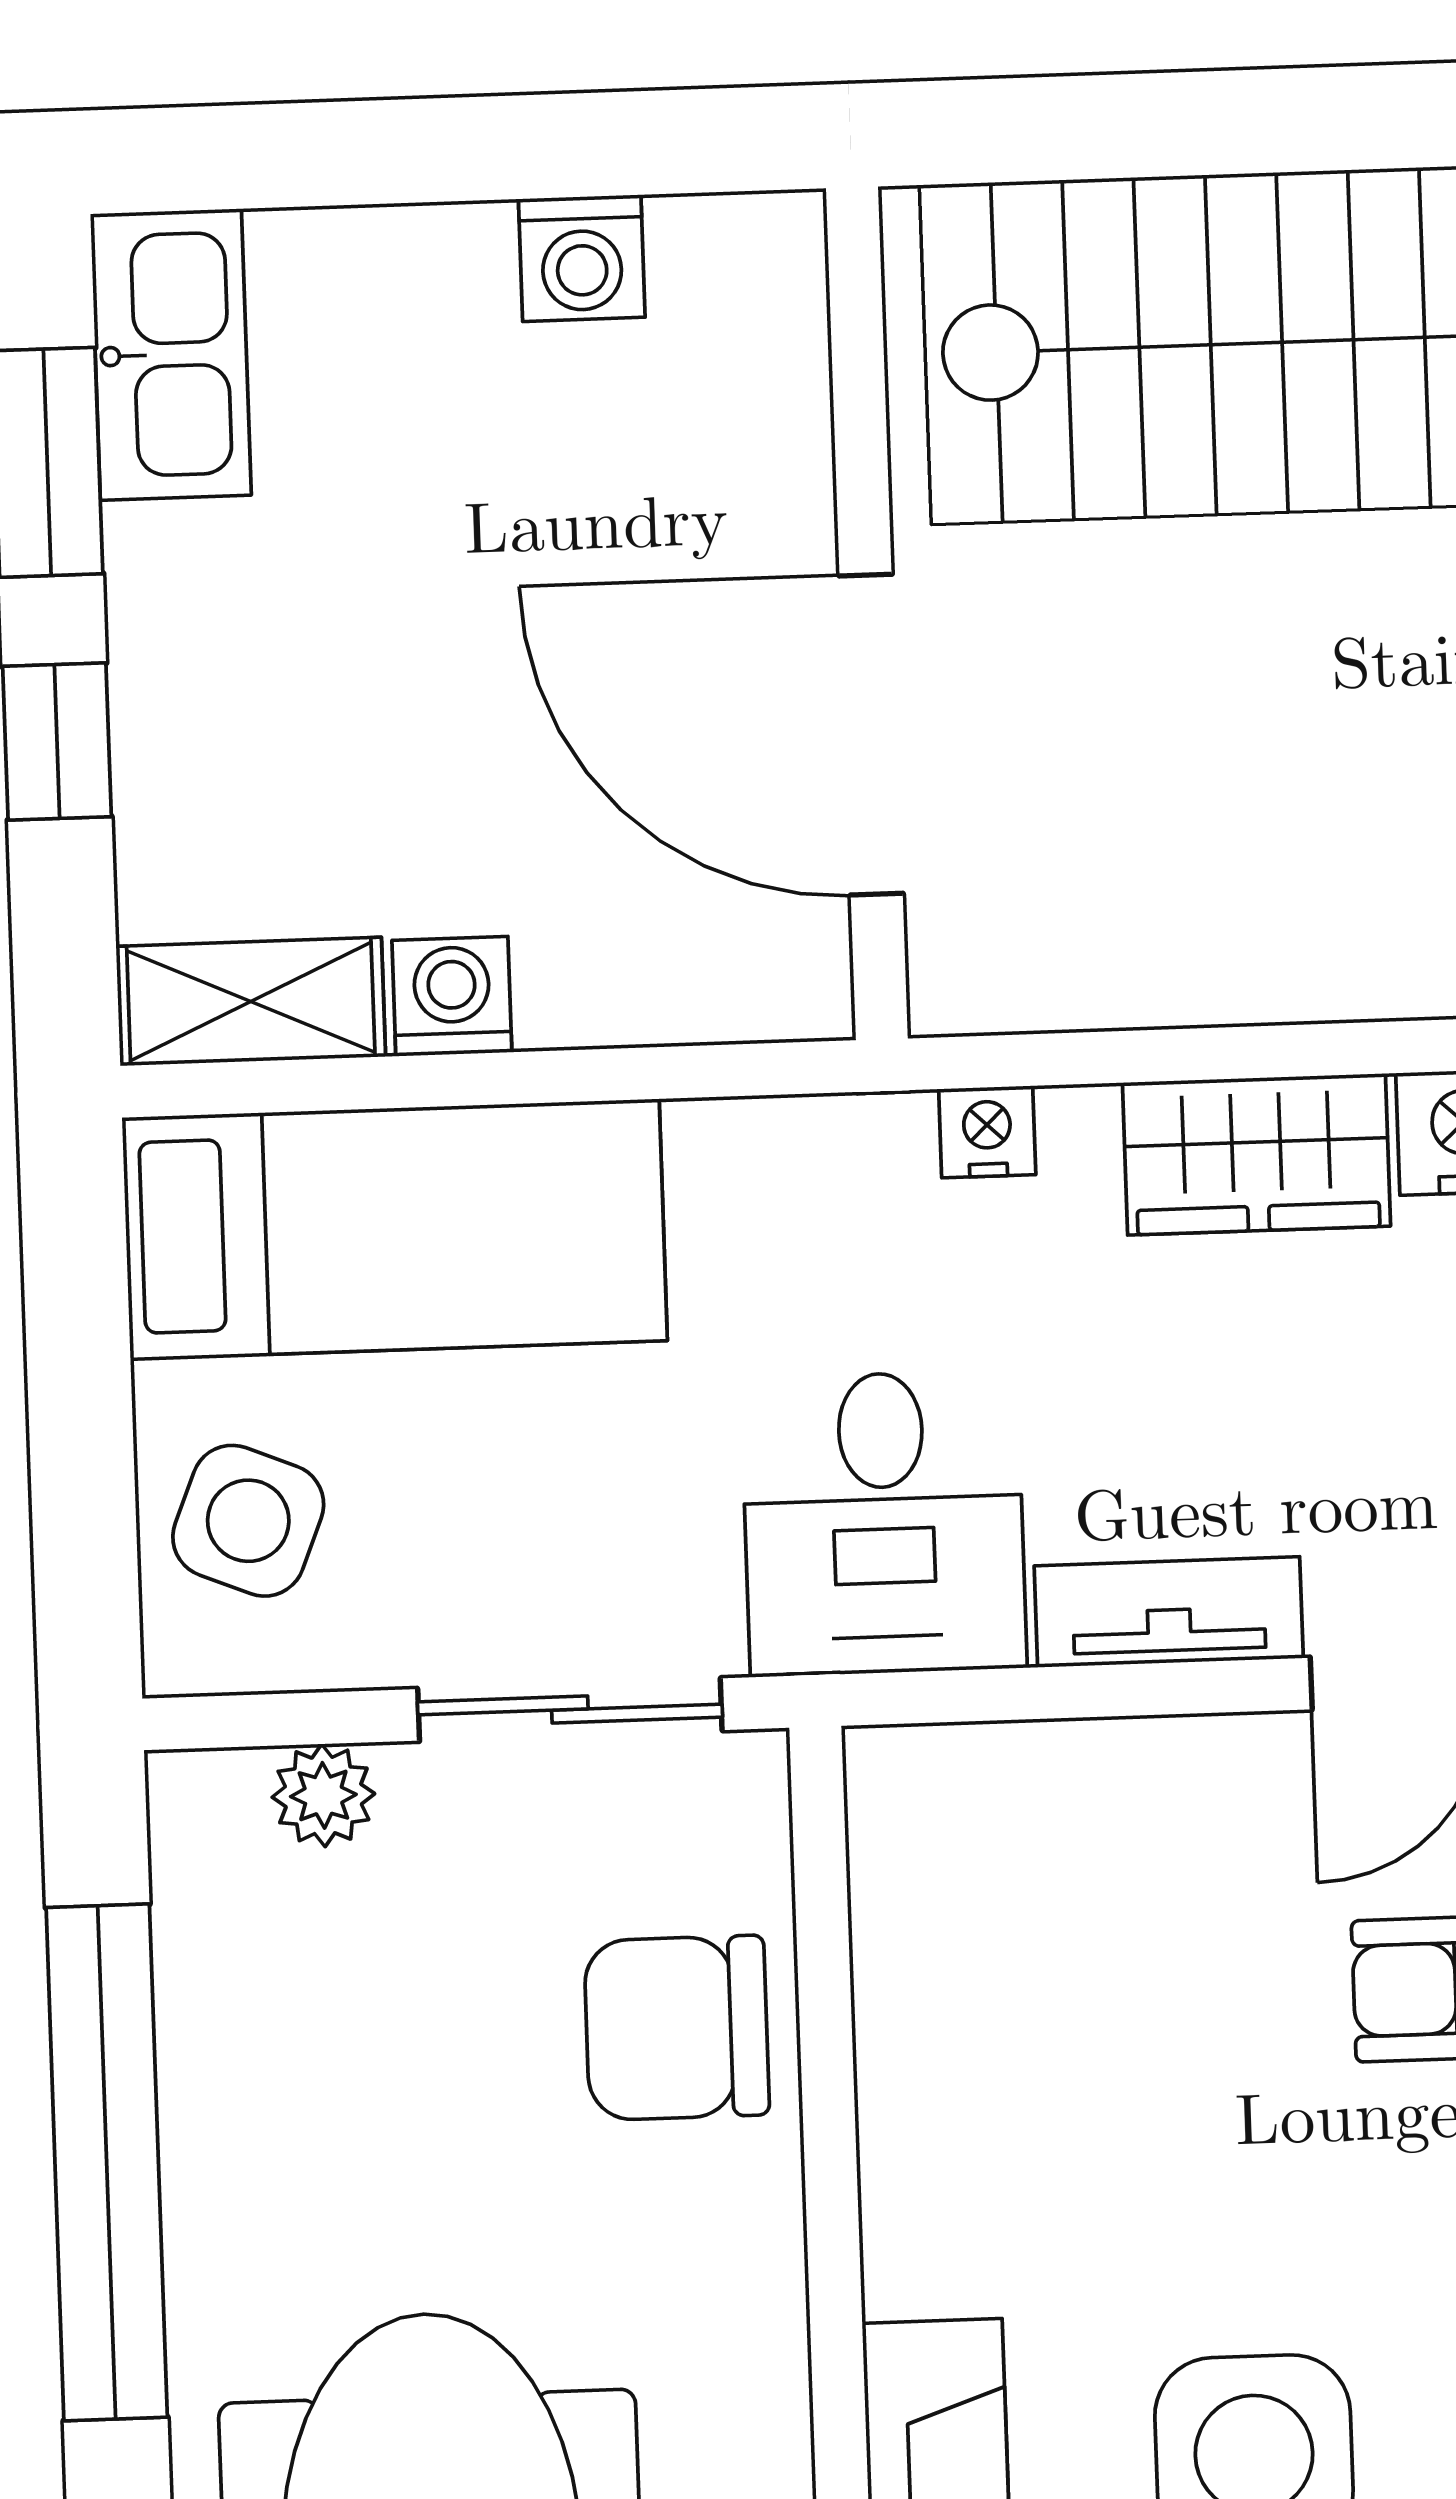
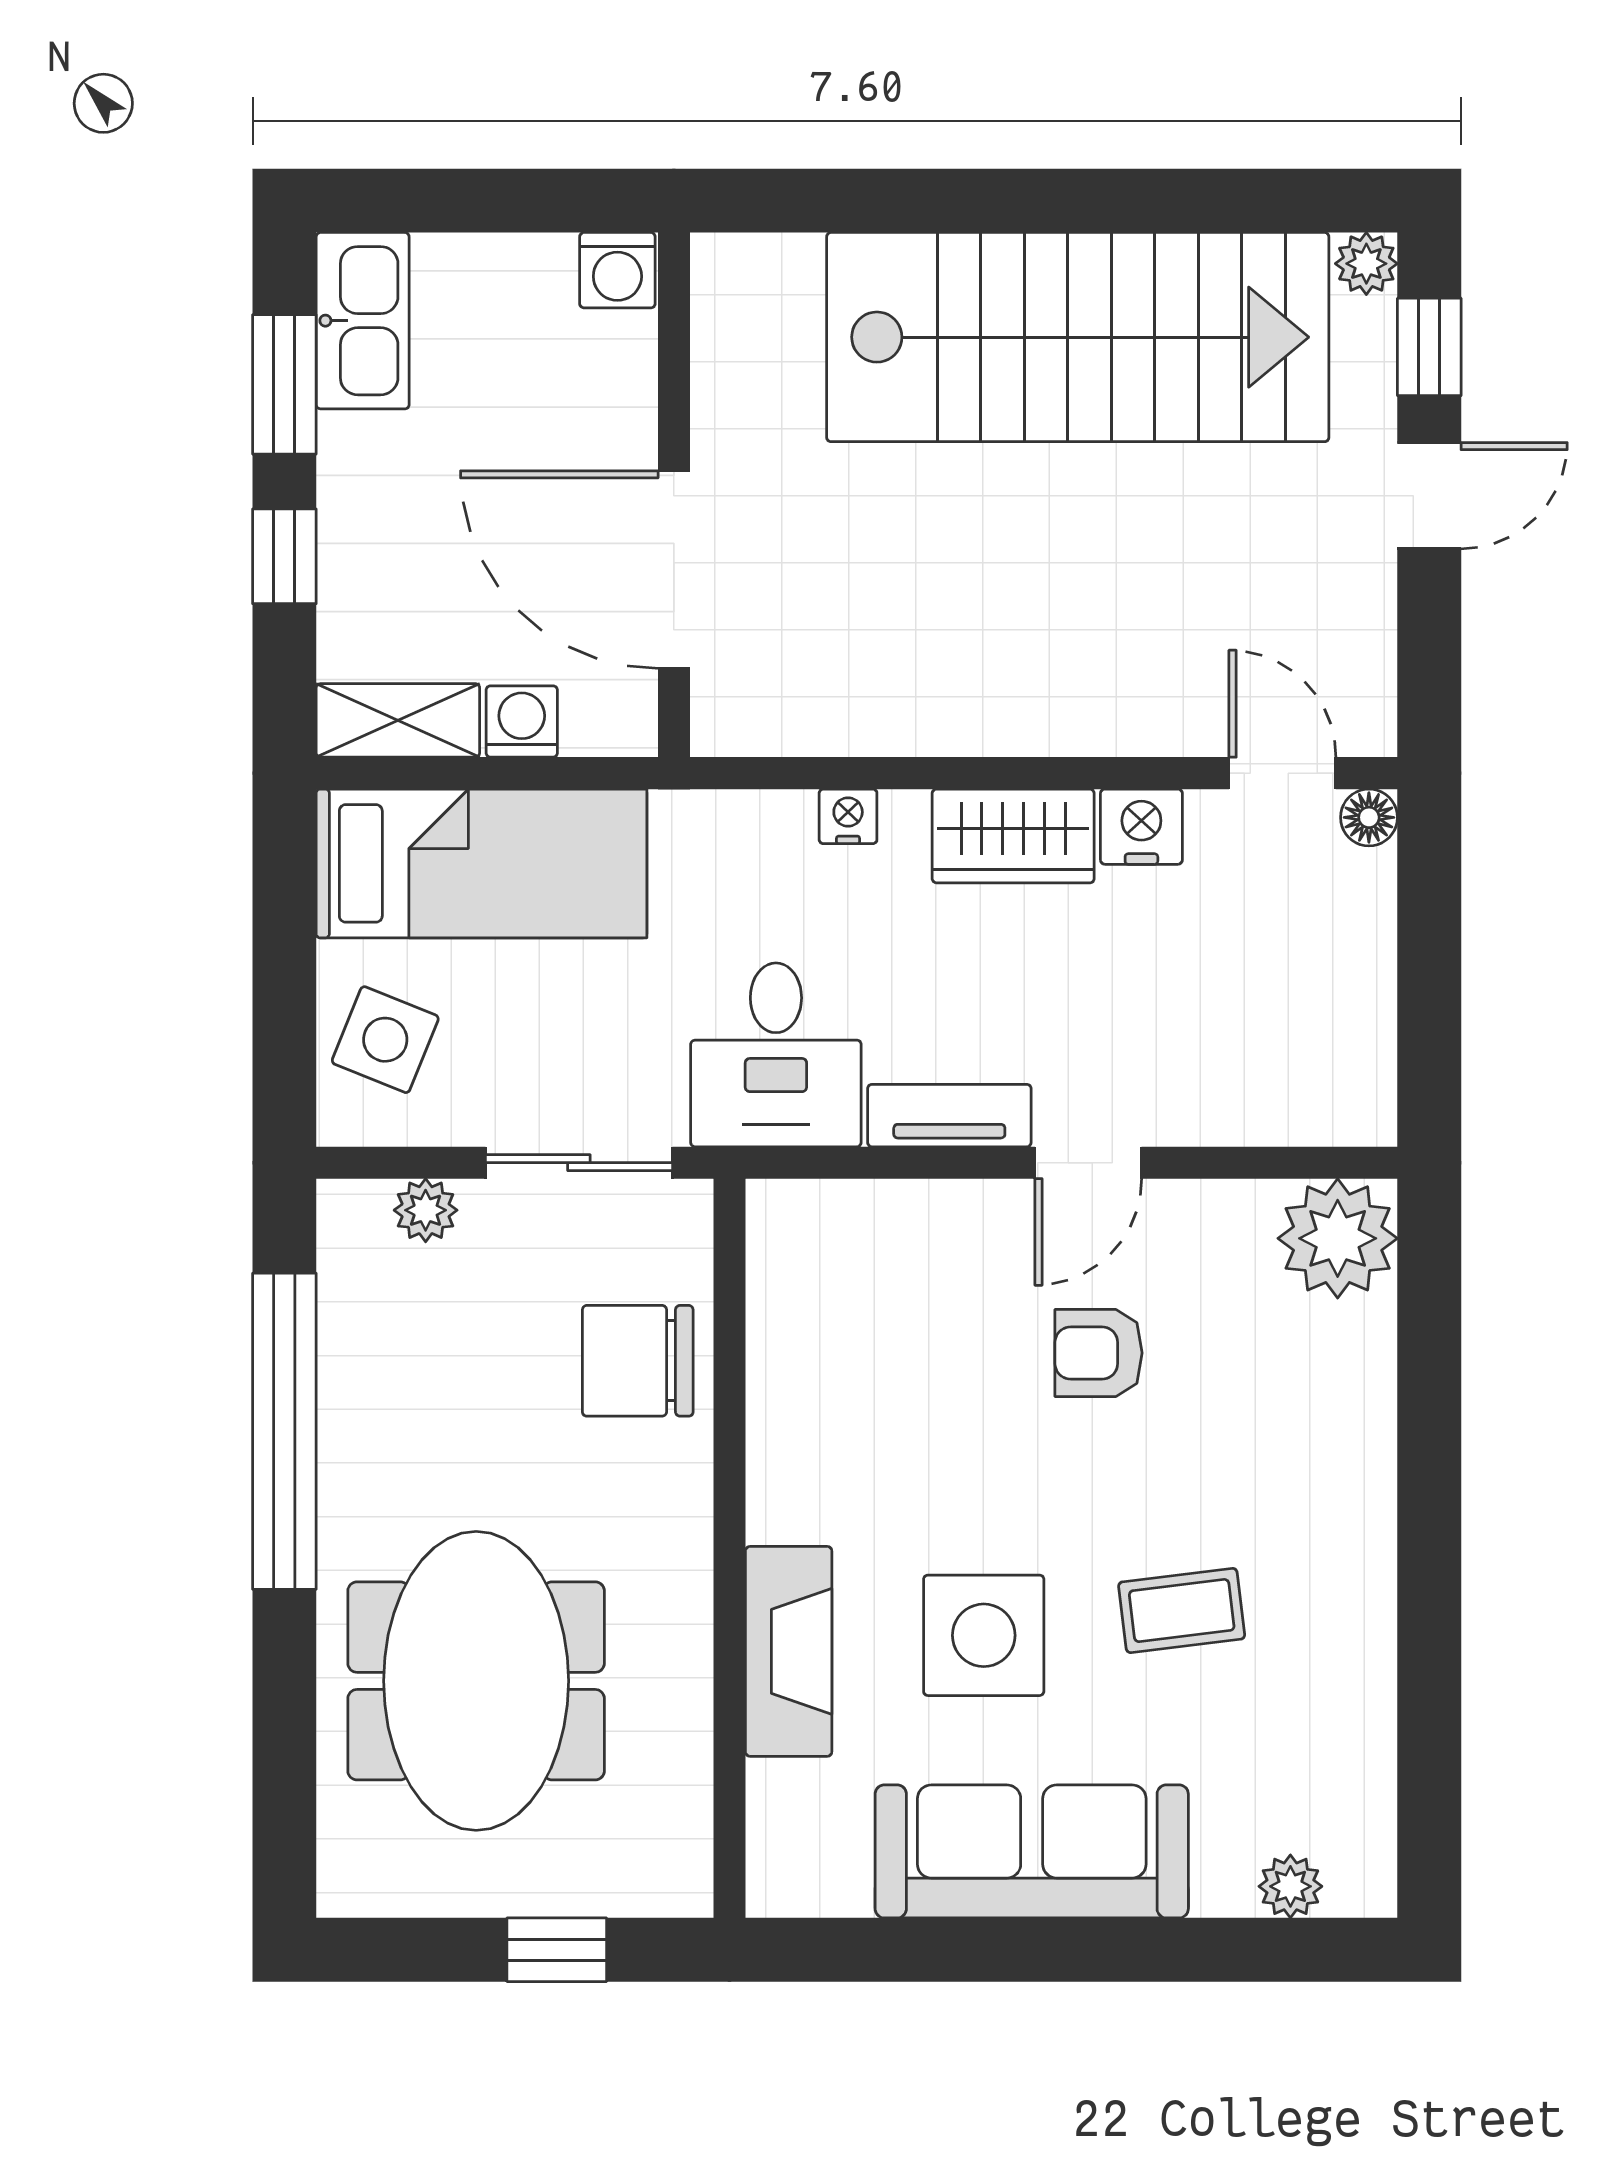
wall: (867, 613) -> (674, 495), moved
door: (871, 735) -> (674, 570), moved

